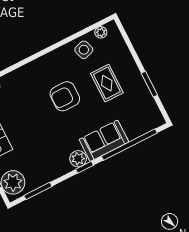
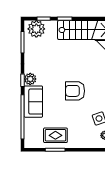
rug: (107, 83) -> (55, 135), moved
armchair: (65, 96) -> (75, 91), turned -90

